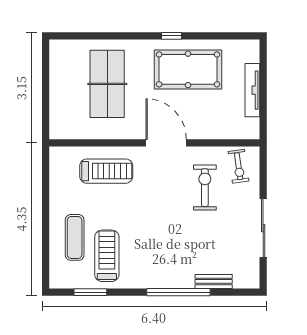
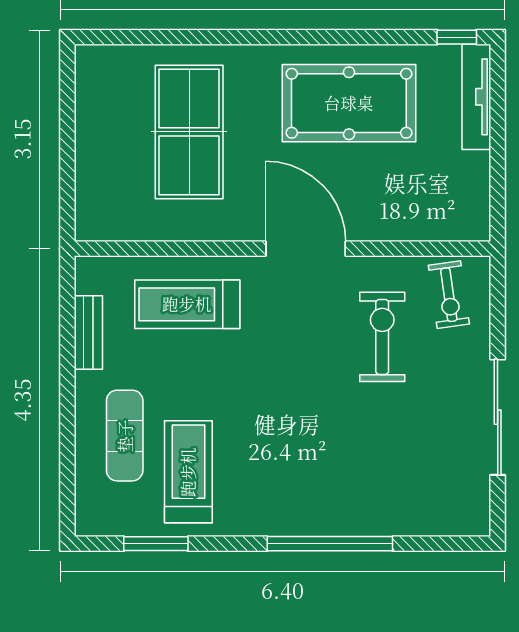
window: (171, 36) -> (457, 37), moved
tv unit: (252, 90) -> (476, 97), moved
treadmill: (106, 171) -> (187, 304), turned 180
bench: (214, 281) -> (88, 333), moved, turned 90

